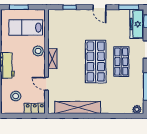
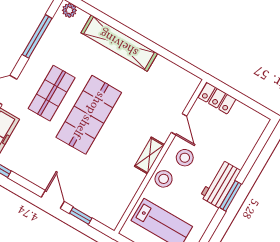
door: (99, 7) -> (53, 199), moved
stool: (16, 96) -> (185, 158), moved
shelving: (78, 108) -> (119, 43), moved

